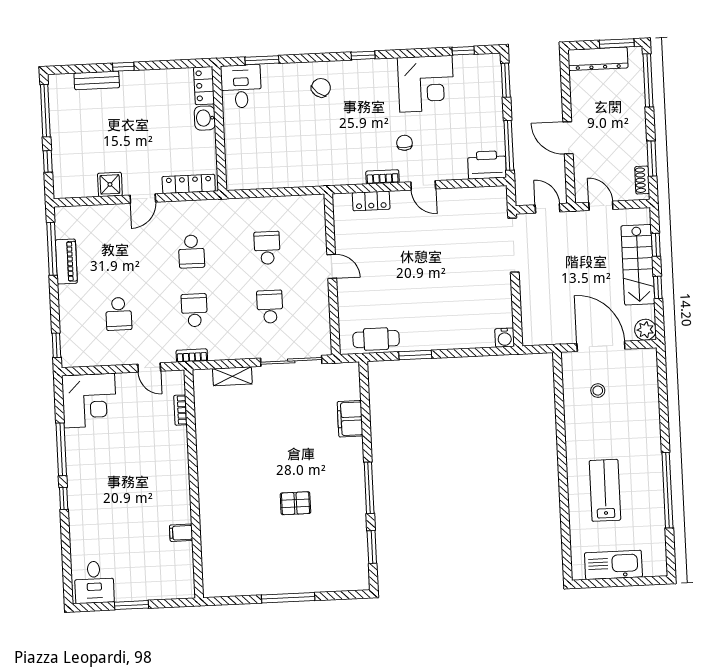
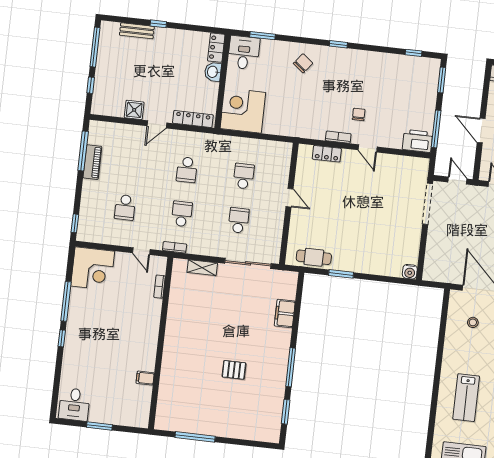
corner desk: (426, 84) -> (243, 110), moved, turned 180
lab bench: (605, 490) -> (466, 398), turned 180
window: (288, 598) -> (195, 437), moved

